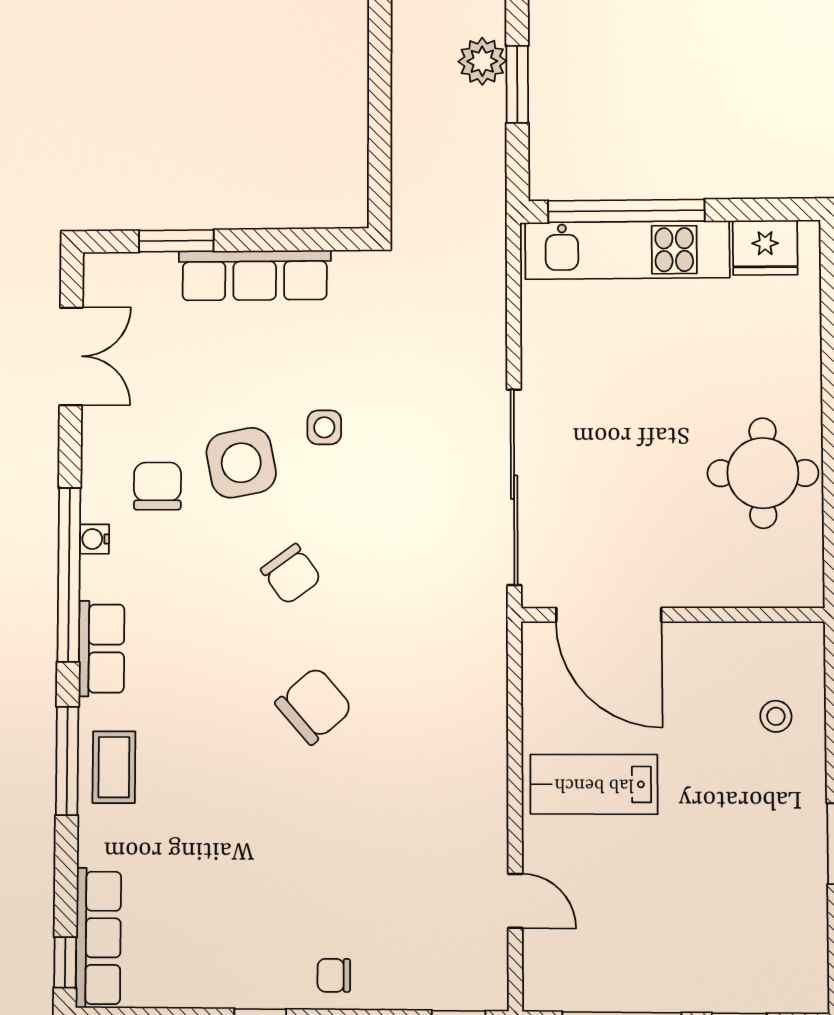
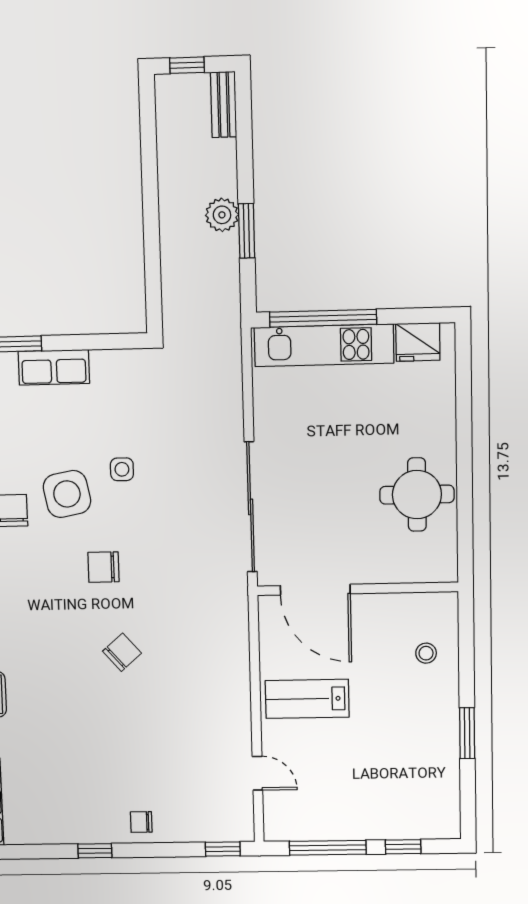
row of seats: (255, 275) -> (54, 367), width x0.68
chair: (291, 574) -> (103, 567), turned 126
chair: (314, 706) -> (122, 652), width x0.73, depth x0.73

